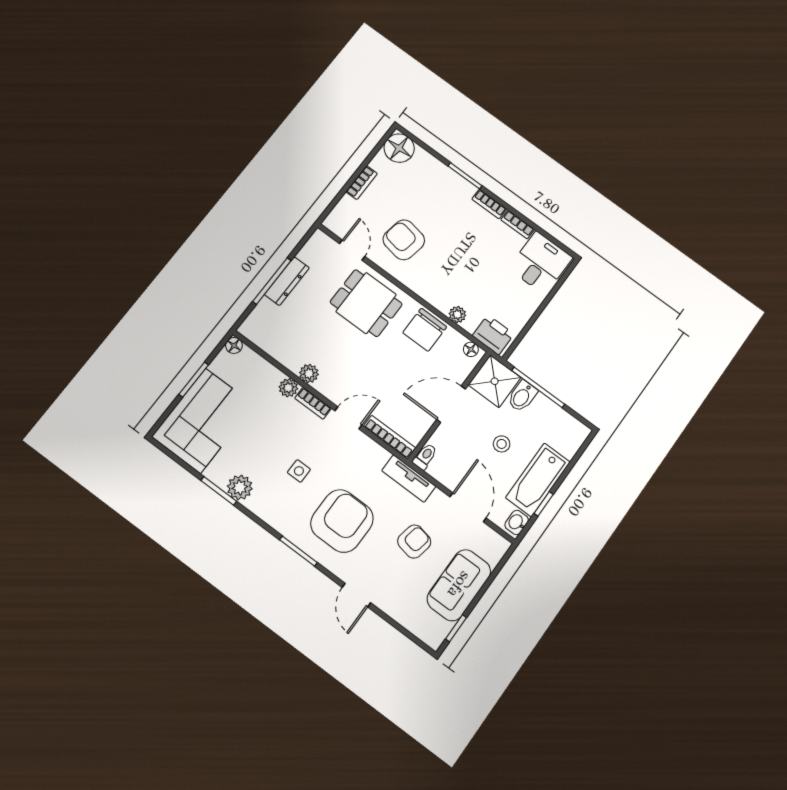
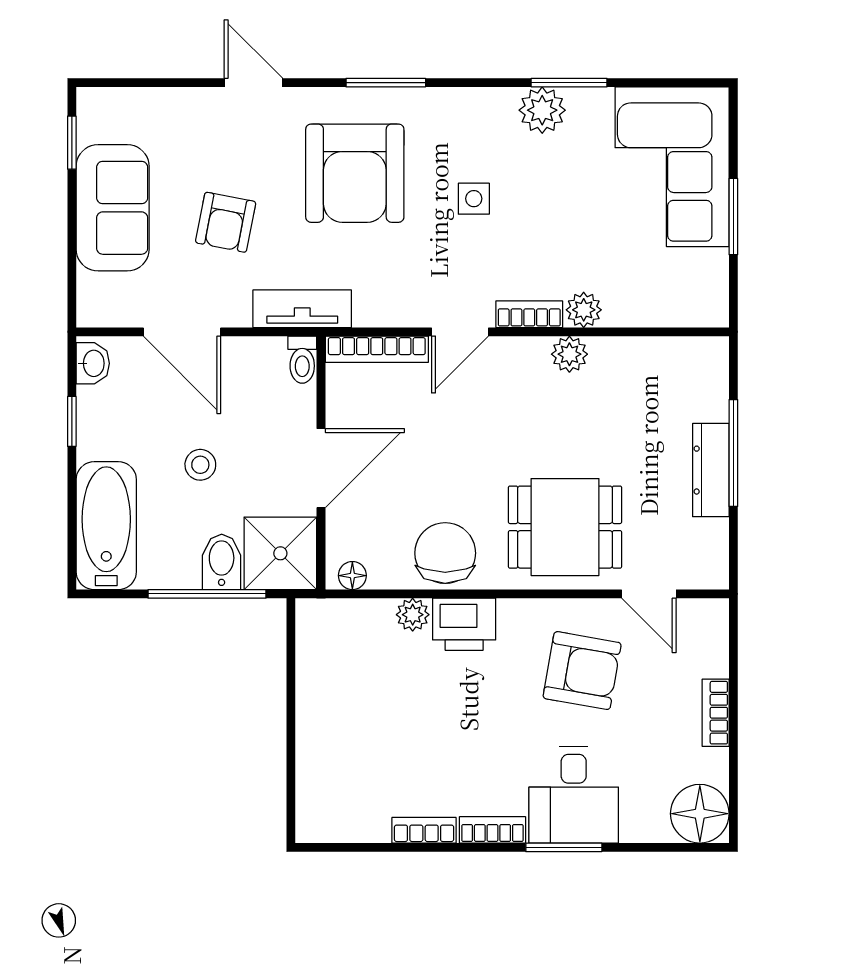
desk: (541, 263) -> (574, 795), moved
printer: (493, 335) -> (464, 624), moved
floor lamp: (234, 345) -> (714, 312), removed
bathtub: (538, 480) -> (106, 526), moved

